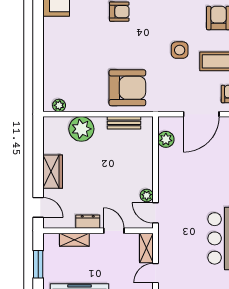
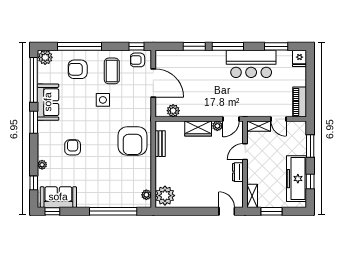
window: (38, 63) -> (113, 211), added
armchair: (127, 88) -> (133, 141), turned 180
plant: (81, 129) -> (165, 196), moved
wardrobe: (53, 172) -> (198, 128), moved, turned 180
door: (38, 207) -> (227, 211), hinge flipped
shelving: (74, 240) -> (252, 196), moved

